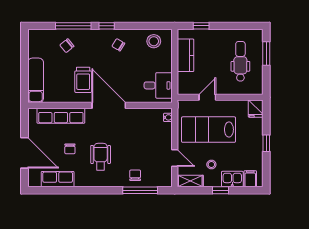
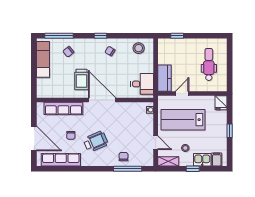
window: (73, 26) -> (59, 36), moved
window: (266, 54) -> (230, 58), removed
kitchen counter: (186, 55) -> (164, 78), moved
exam couch: (36, 80) -> (43, 59), moved
wheelchair: (101, 157) -> (96, 142), turned 67
row of seats: (58, 179) -> (61, 160), width x1.48

